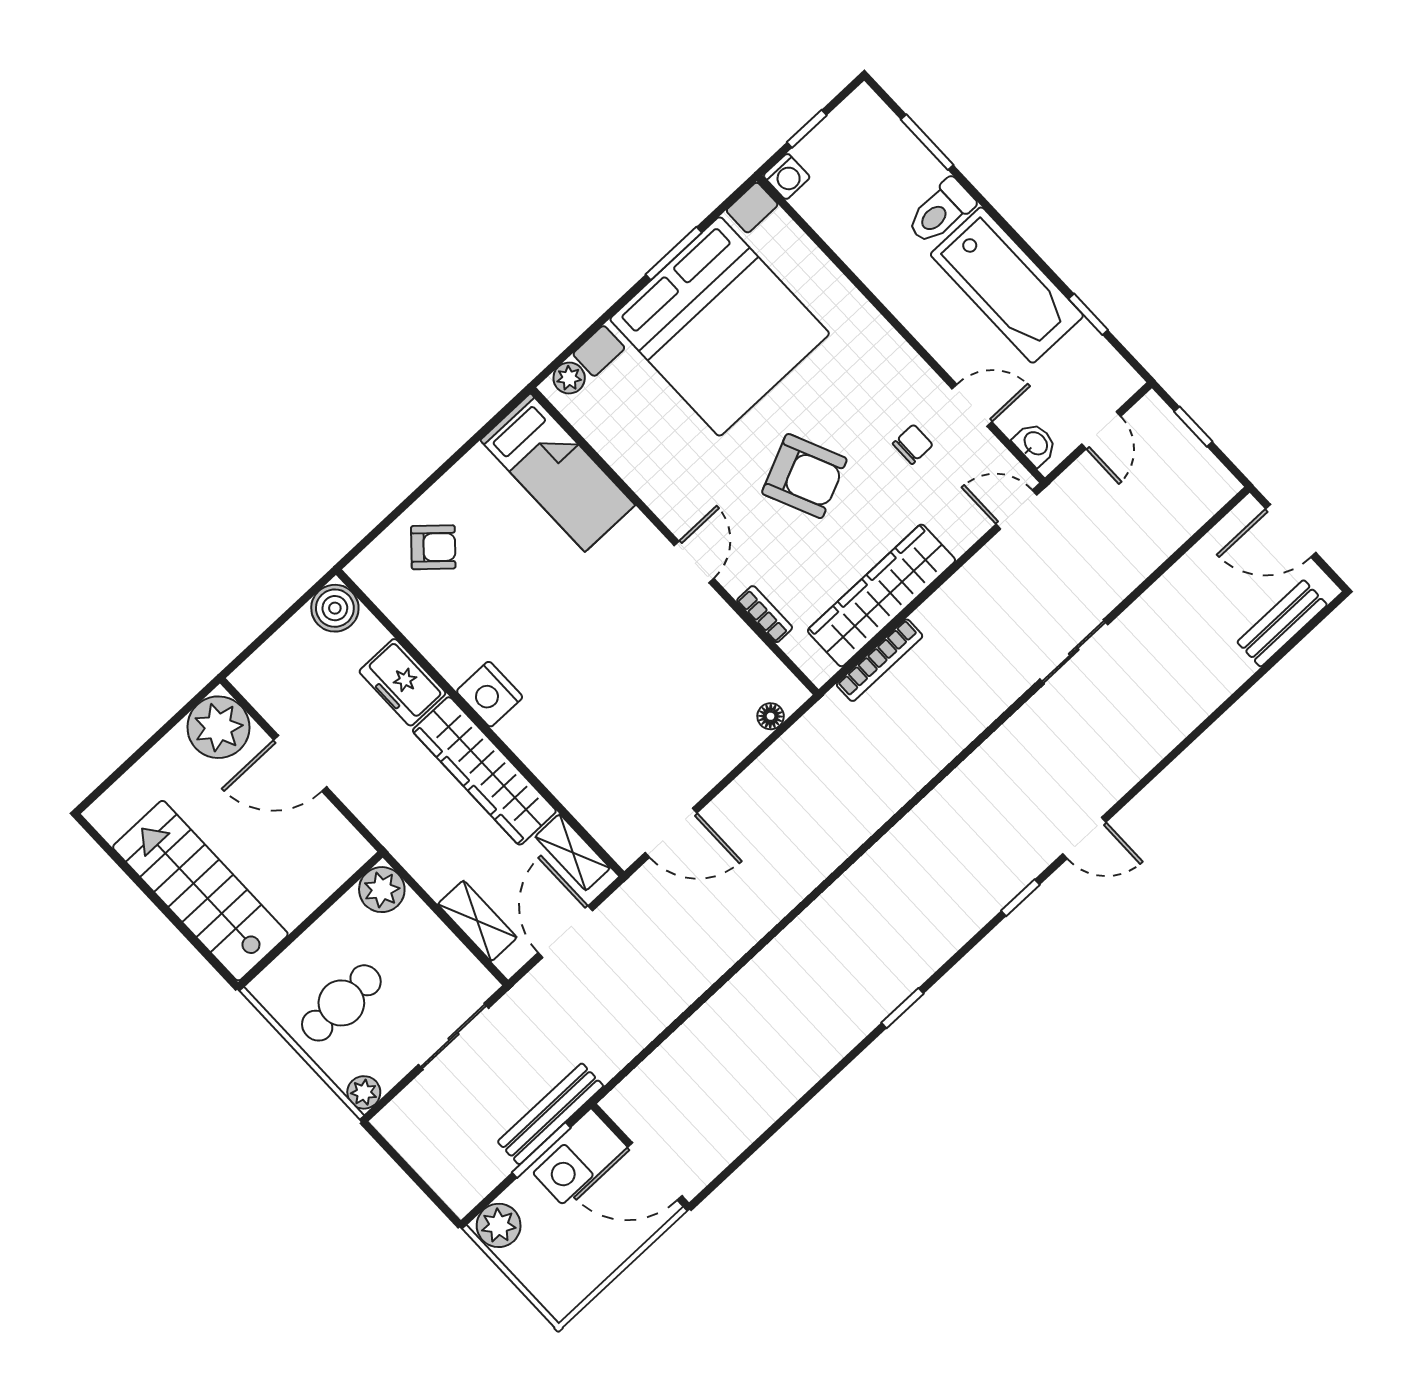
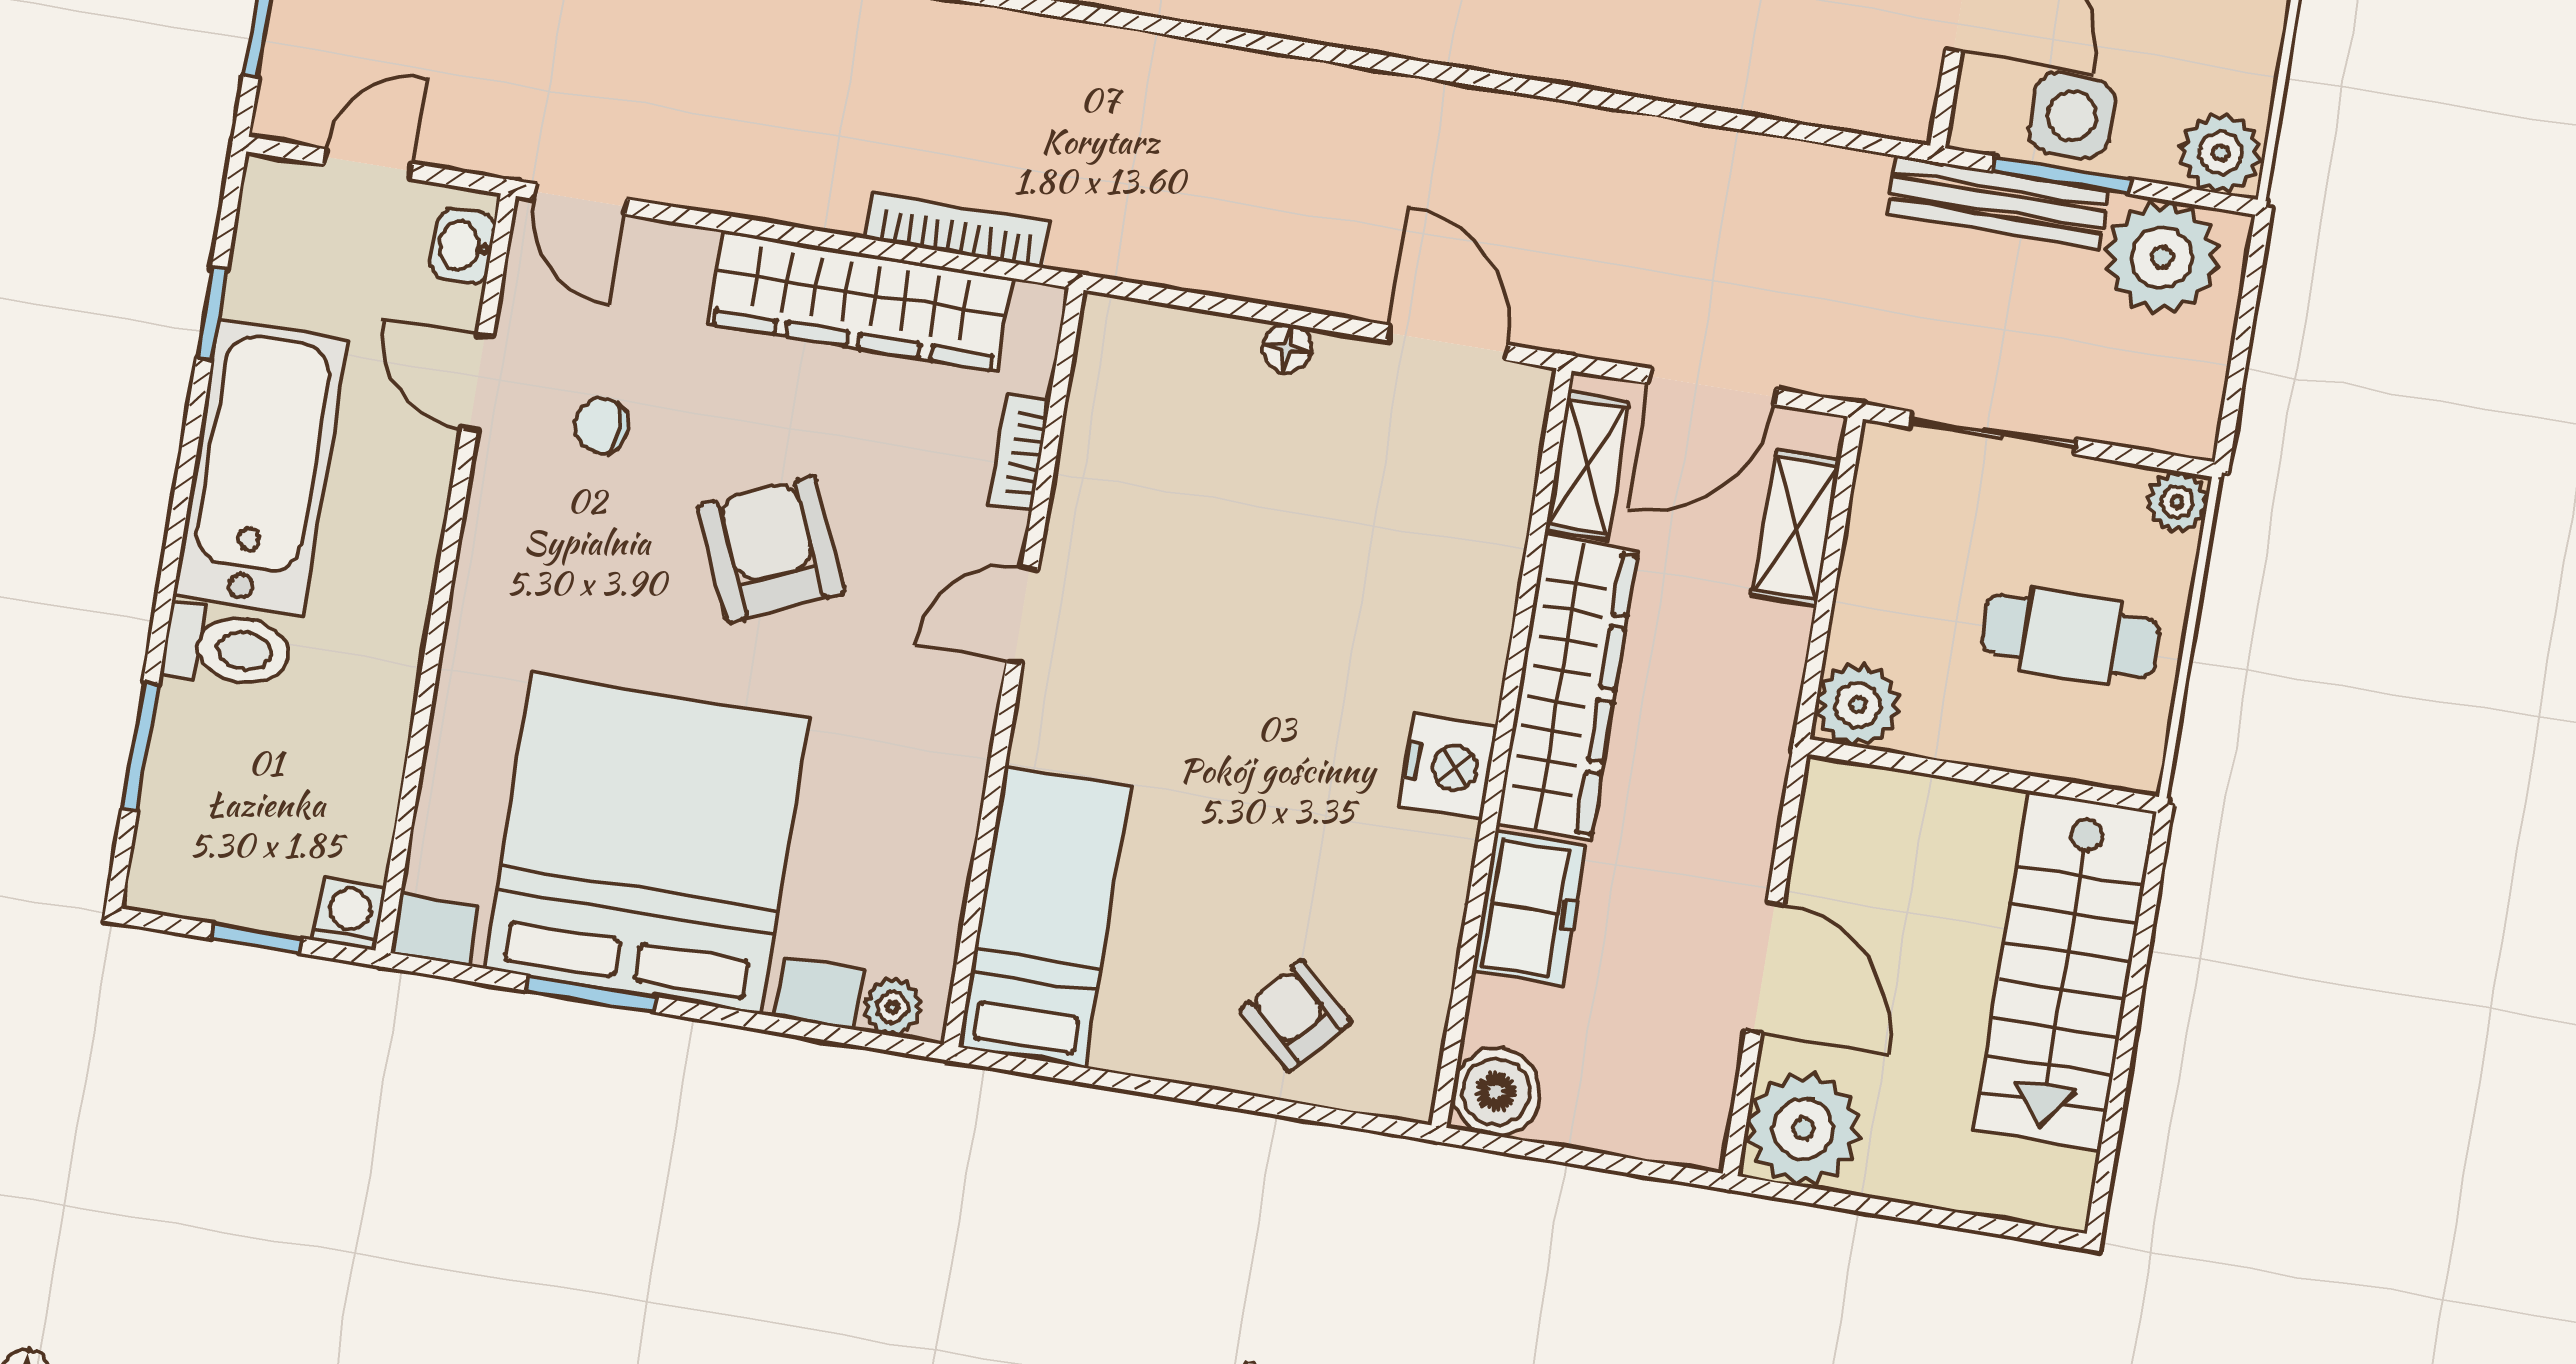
floor lamp: (771, 716) -> (1287, 348), moved
plant: (473, 1166) -> (2162, 258), added

